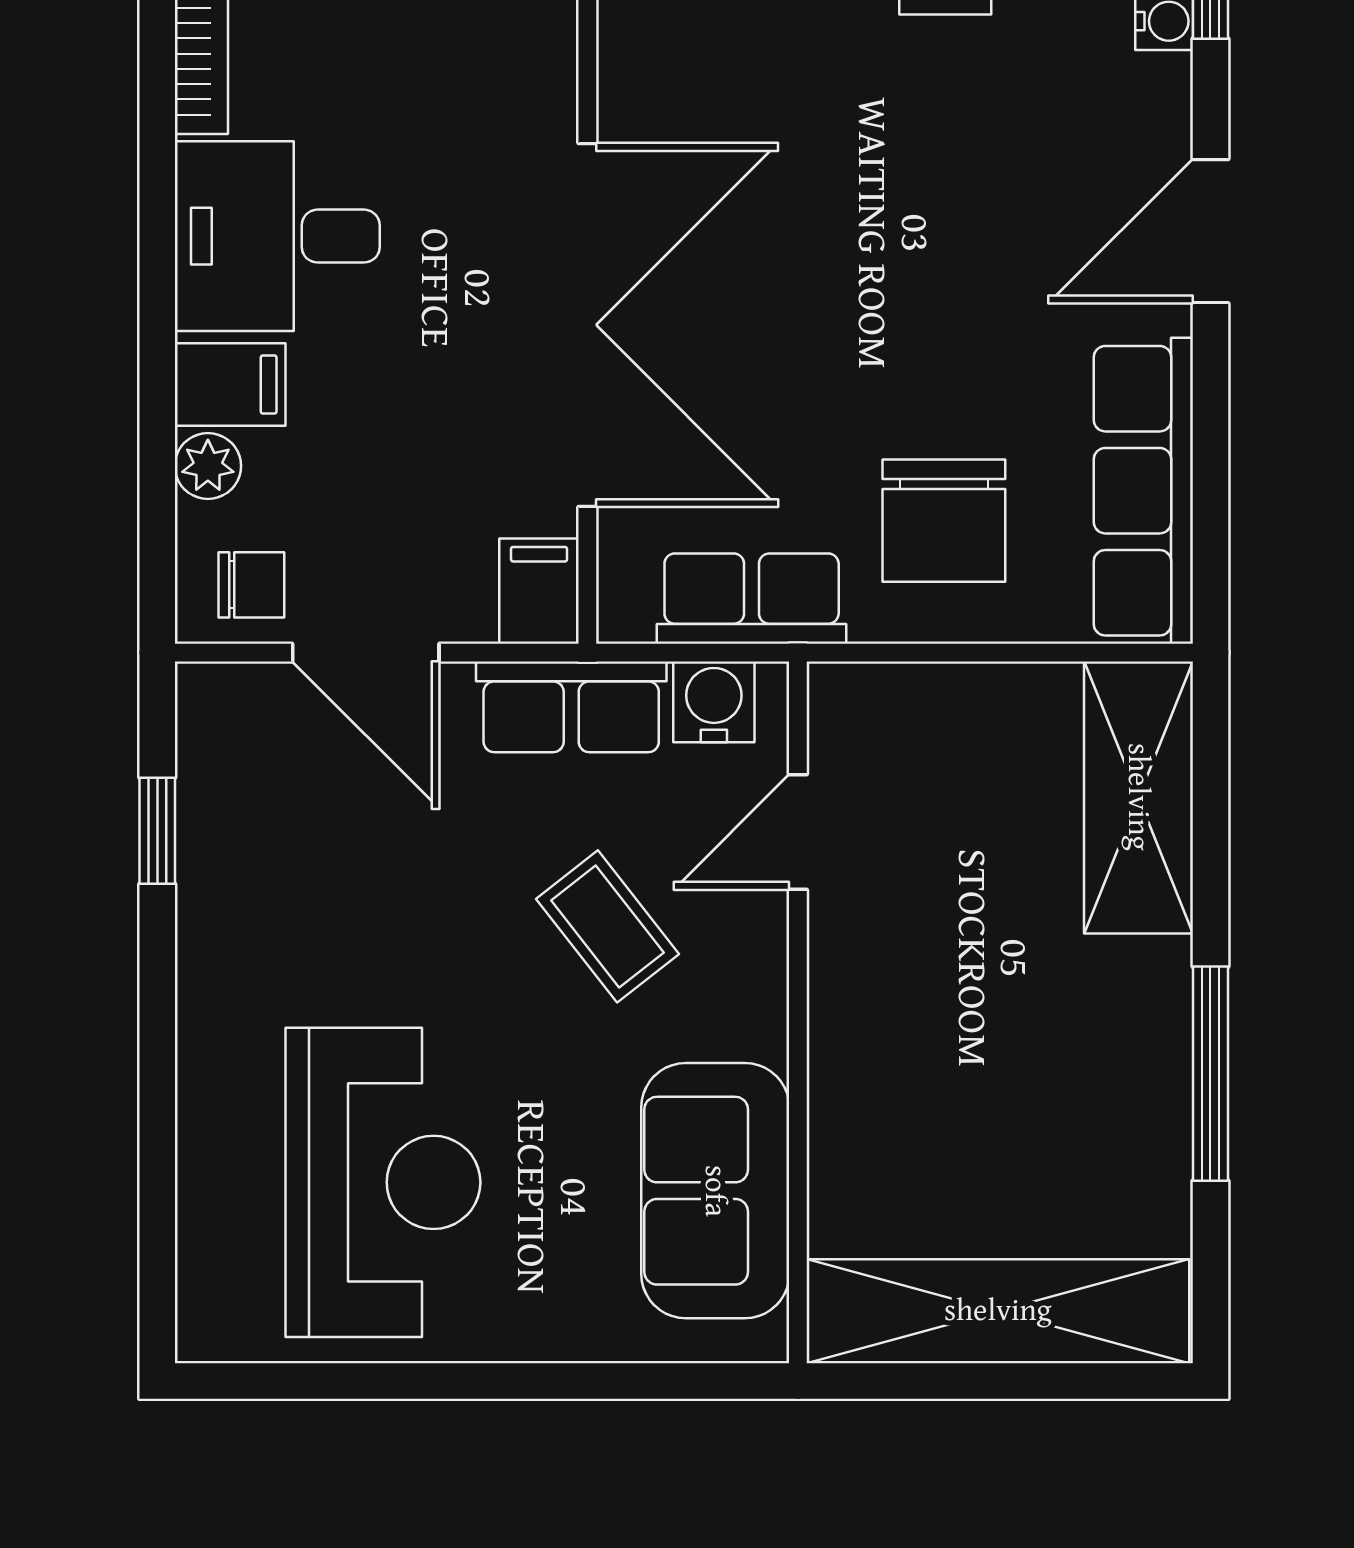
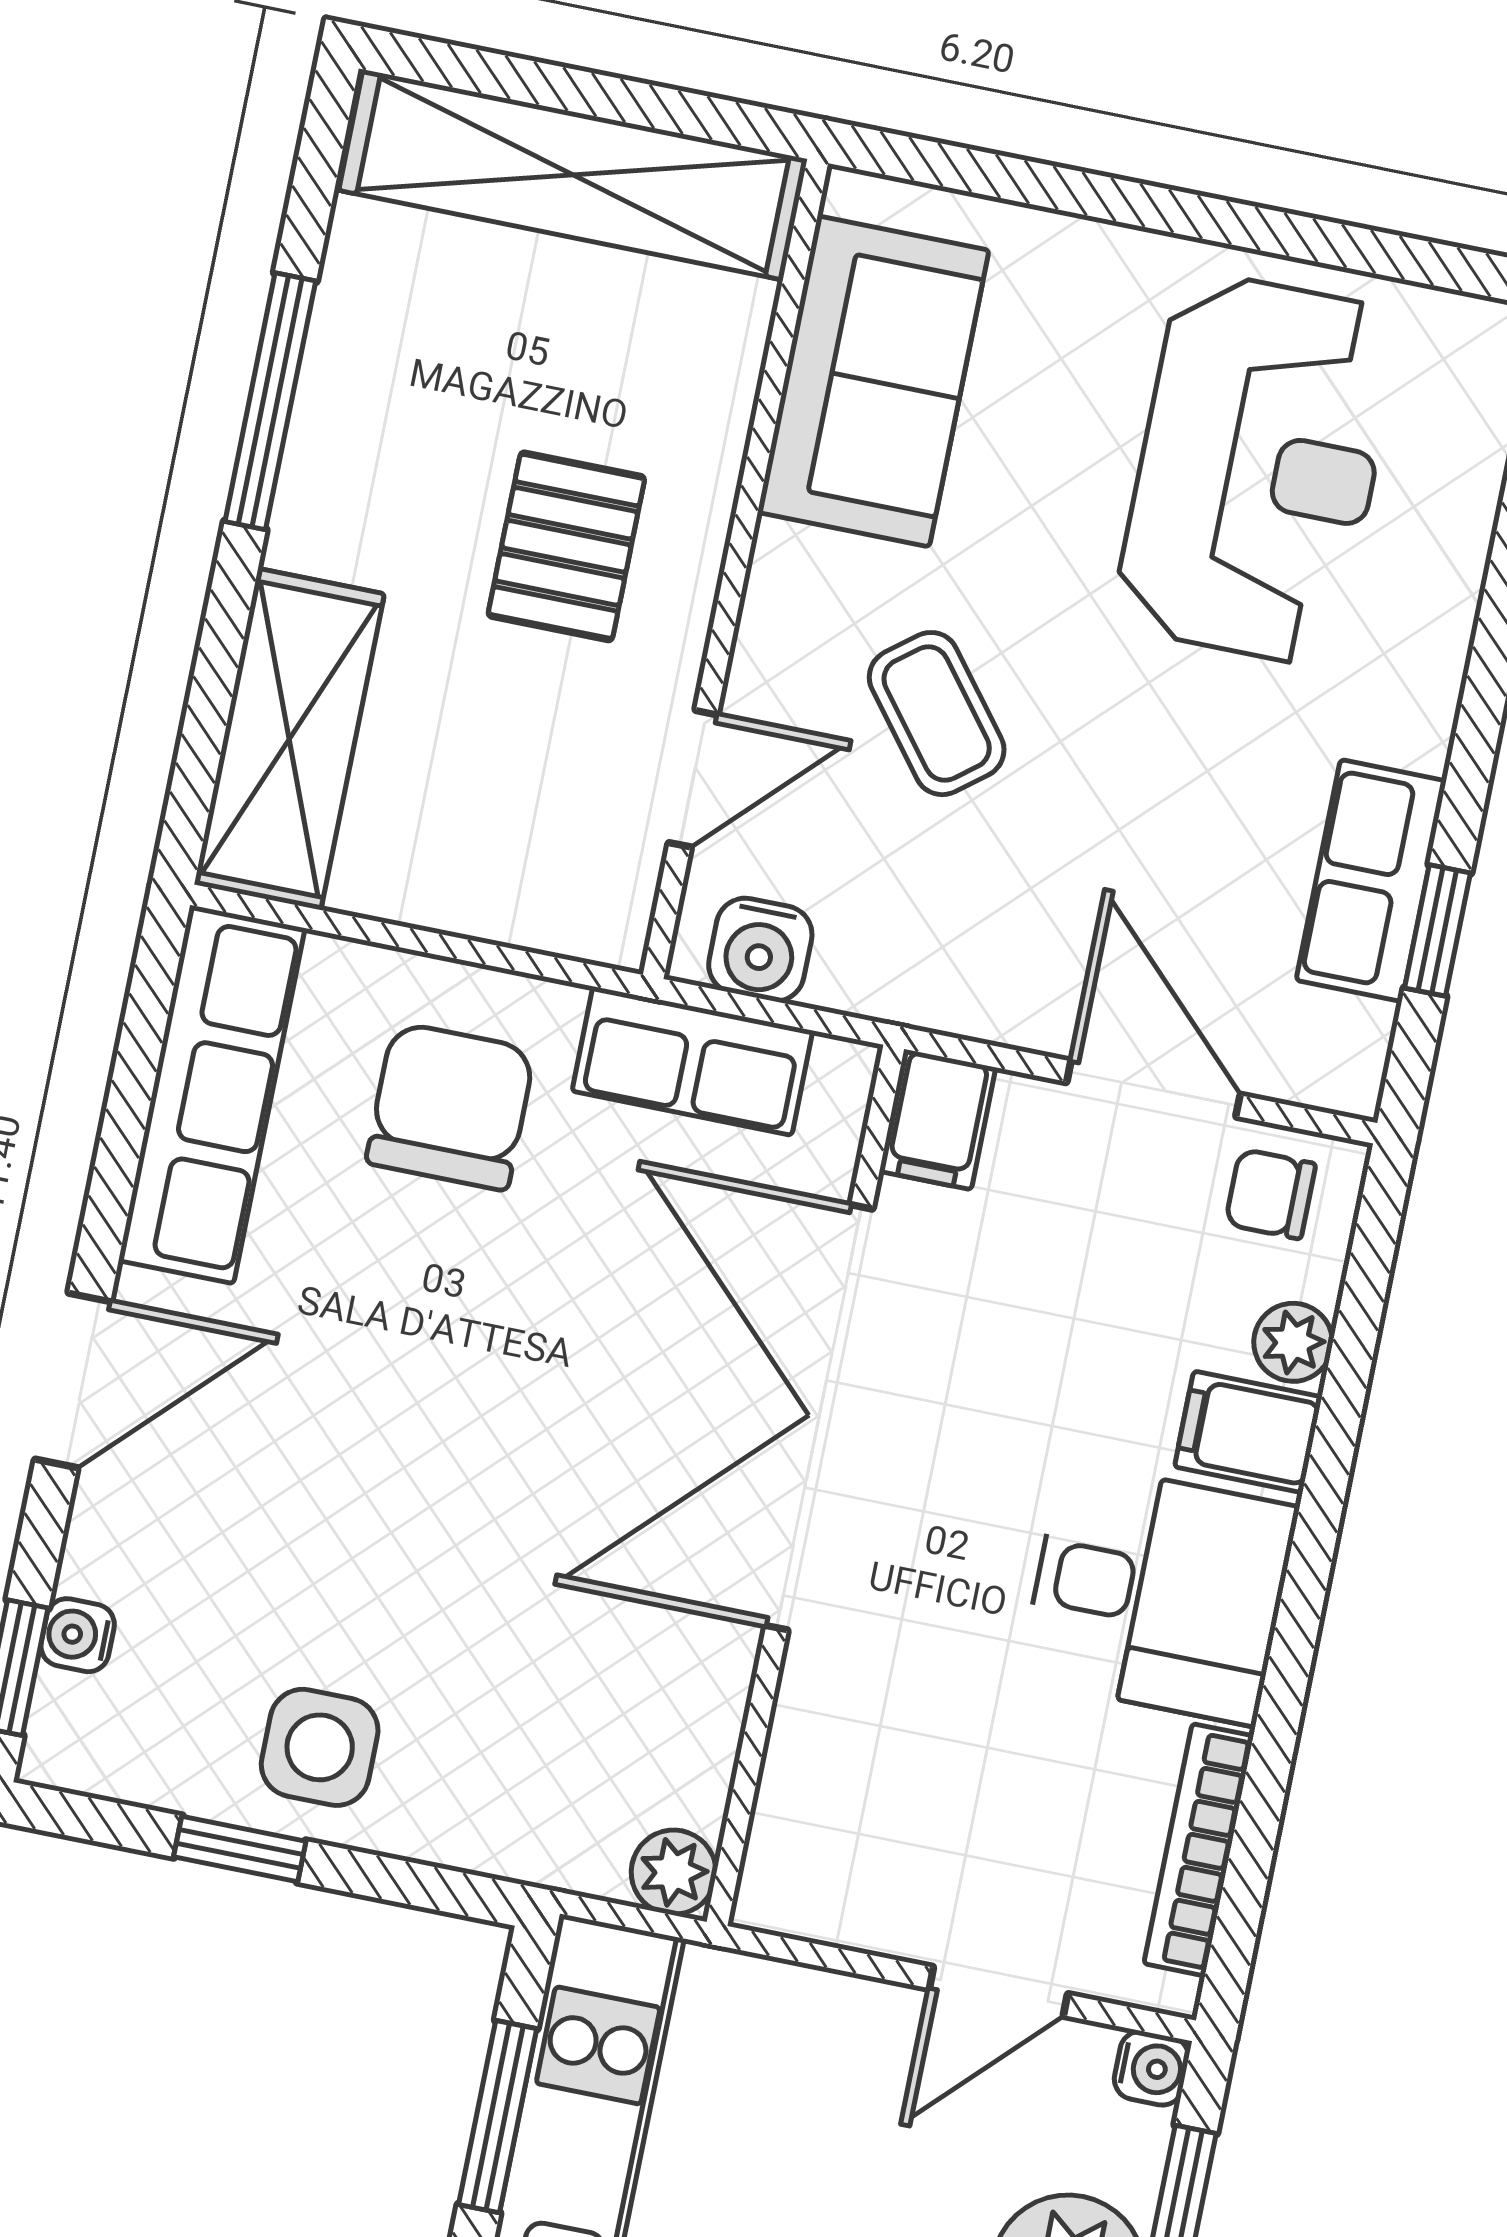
row of seats: (571, 707) -> (1371, 881), moved, turned -90
pallet: (942, 1003) -> (566, 546), added
reception desk: (383, 1182) -> (1258, 469), turned 180

